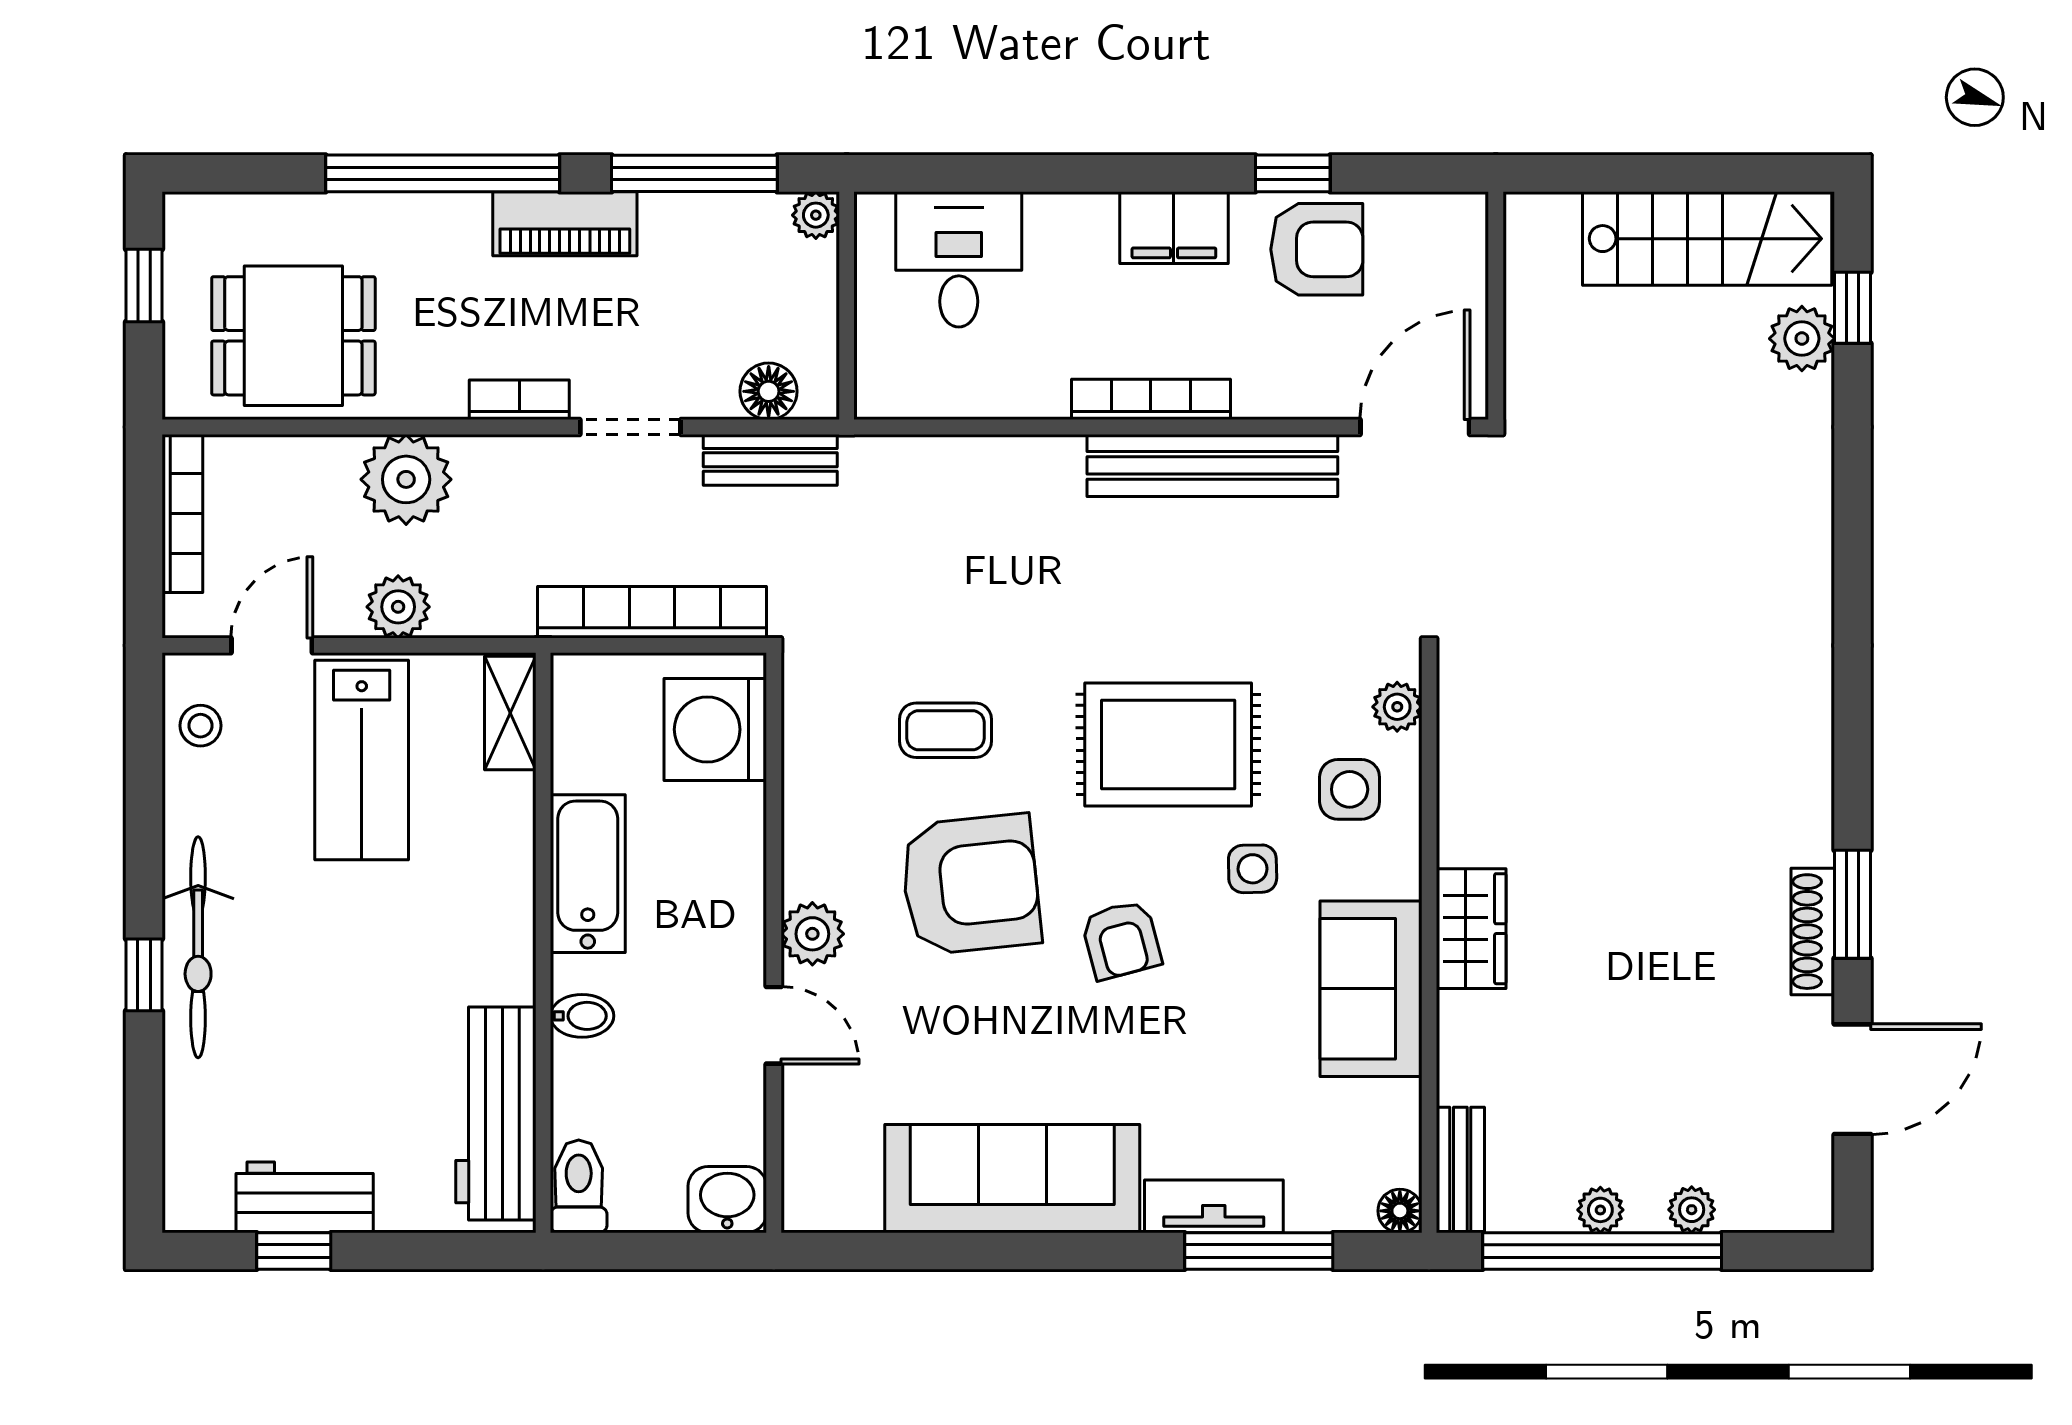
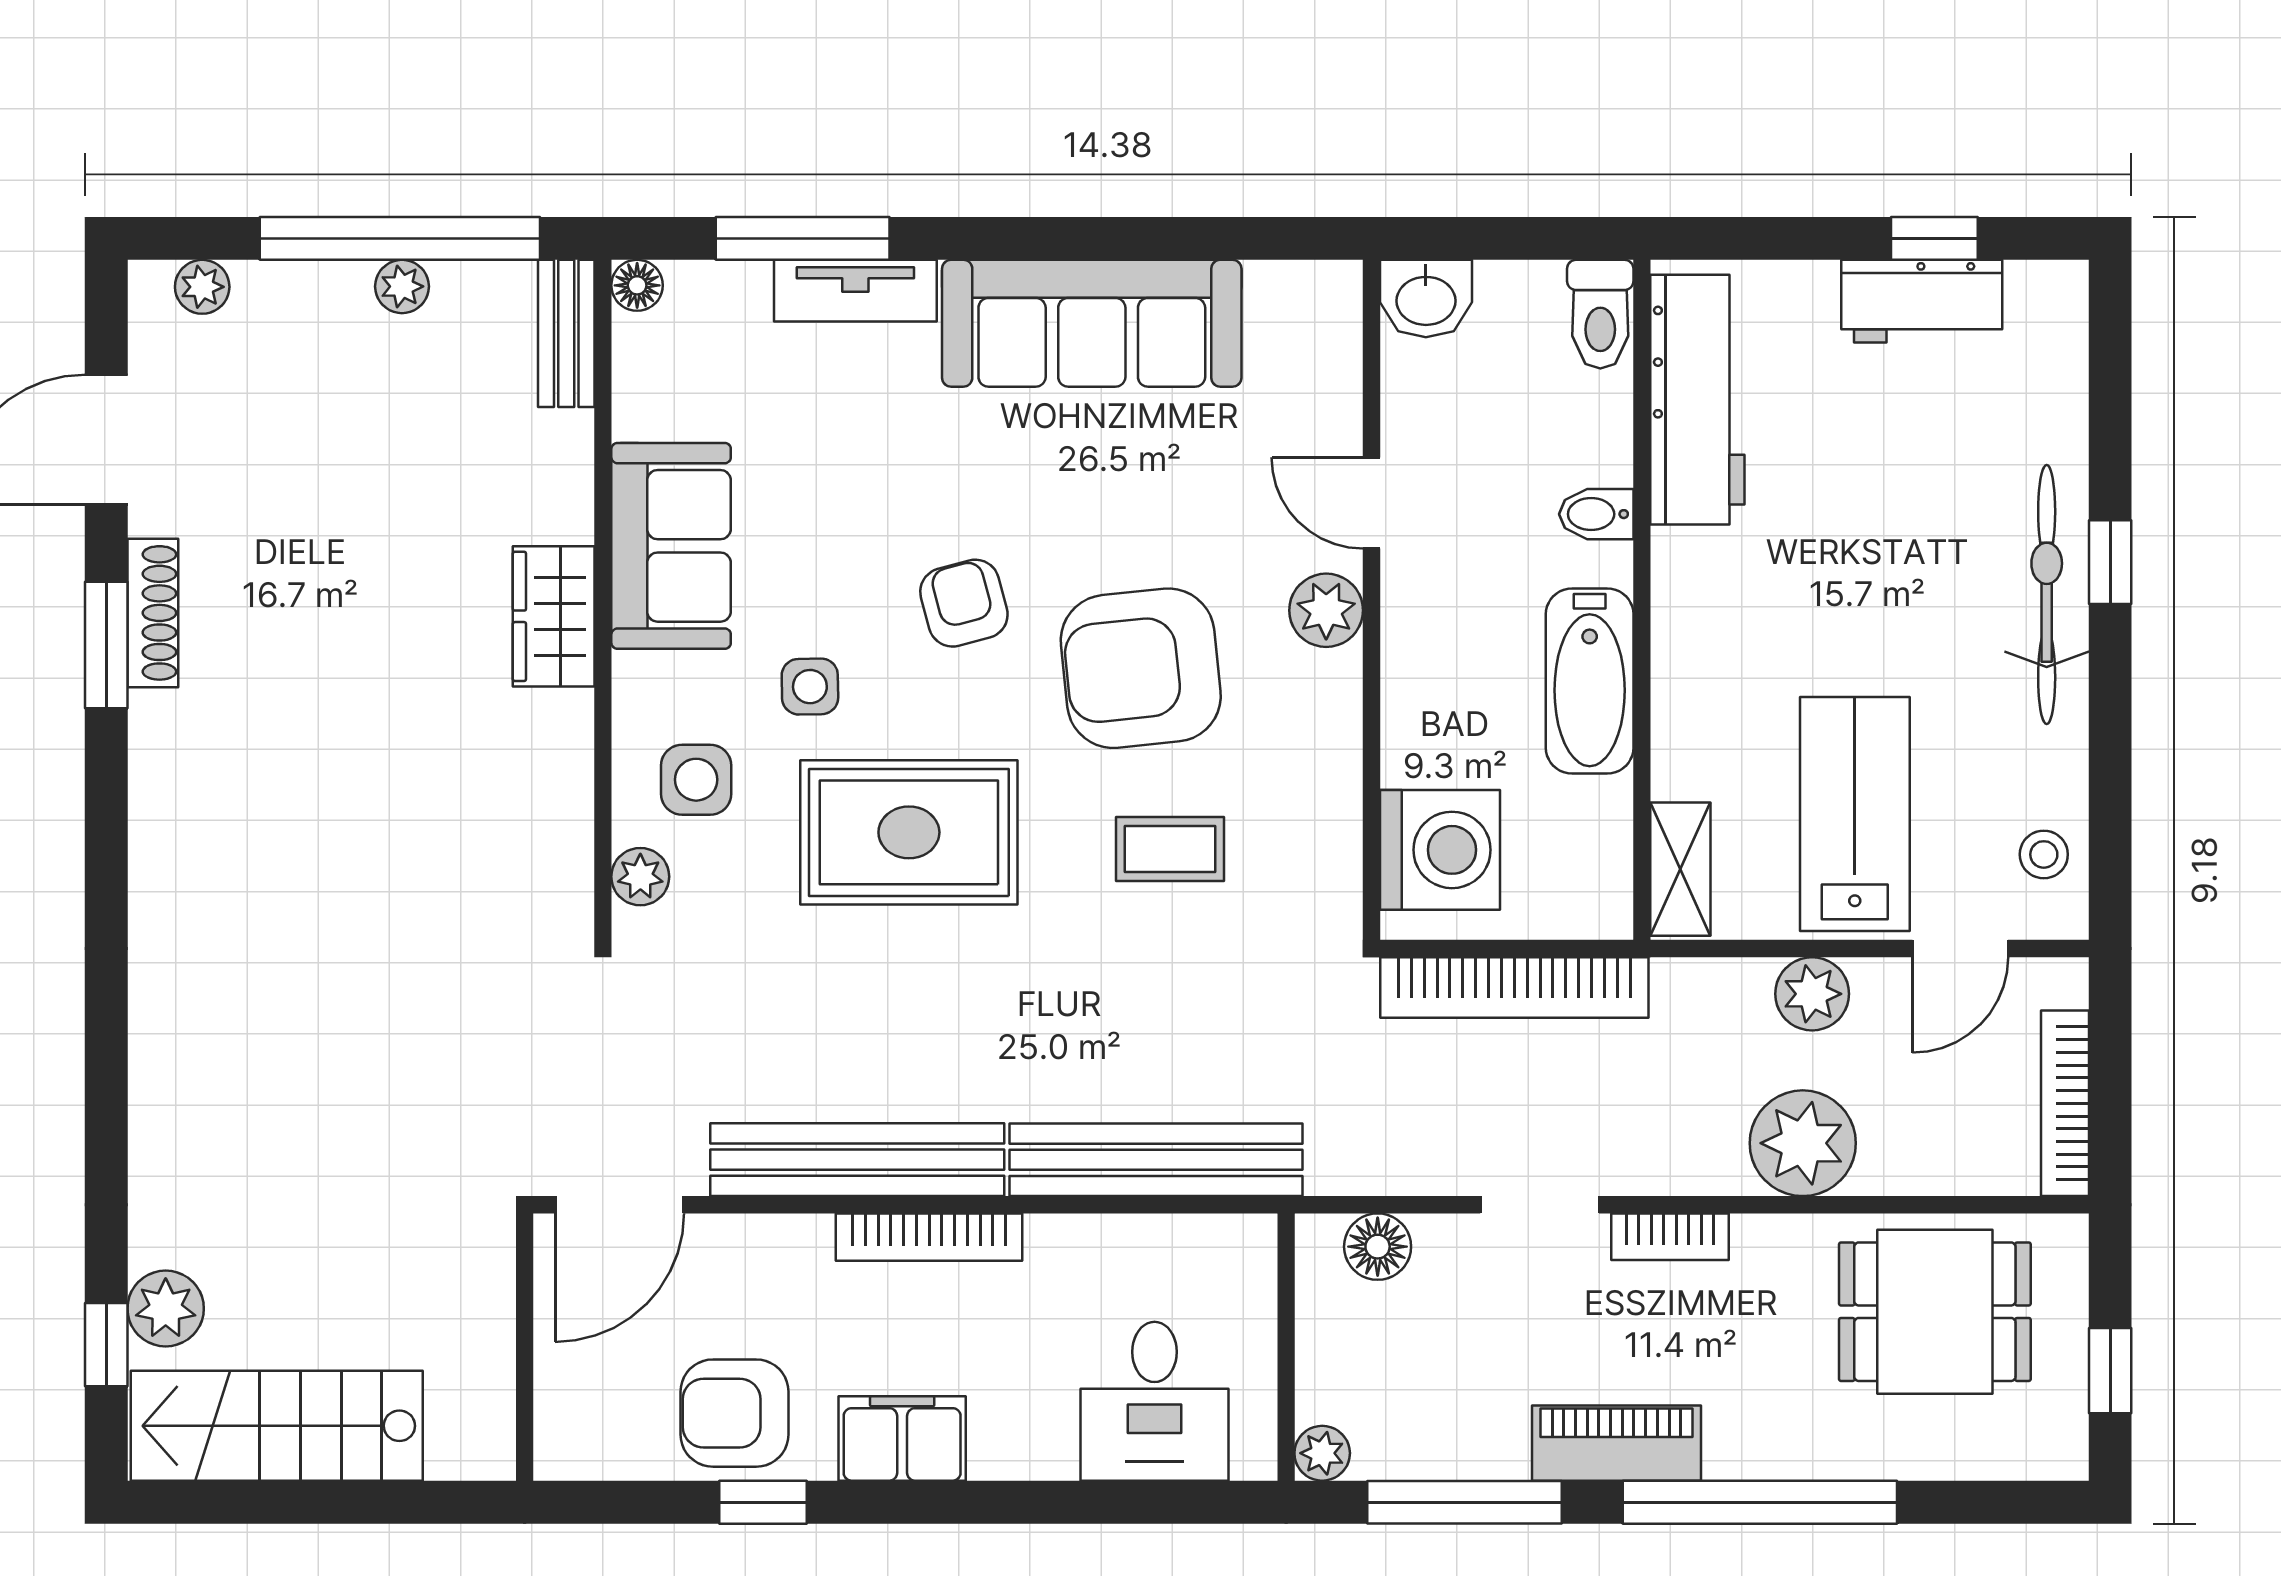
bench: (770, 460) -> (1156, 1160), moved, width x1.86, depth x1.21
plant: (1692, 1210) -> (202, 287), moved

